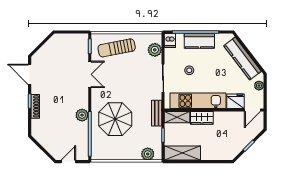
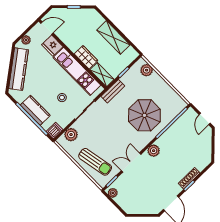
plant: (80, 38) -> (113, 193), added
plant: (82, 115) -> (154, 151), moved
shelving: (182, 153) -> (113, 37), moved
door: (68, 162) -> (205, 119), hinge flipped

